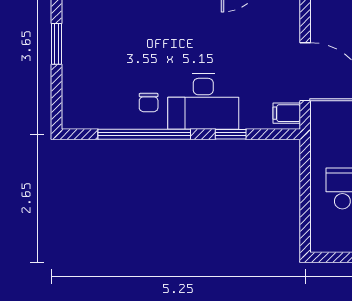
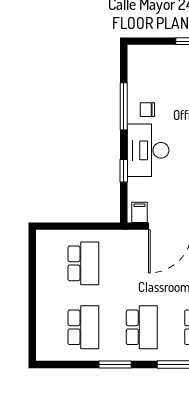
window: (144, 134) -> (124, 106), width x0.68

